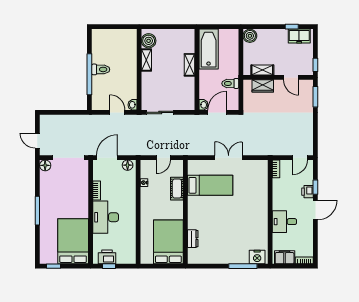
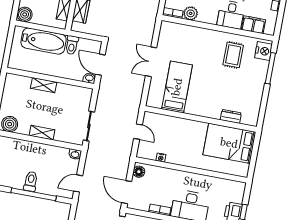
bathtub: (209, 49) -> (44, 41), moved, turned 180
shelving: (146, 60) -> (42, 133), moved
door: (117, 112) -> (78, 183), moved
plant: (279, 185) -> (191, 13), added
cot: (177, 189) -> (174, 123), removed
rug: (249, 230) -> (233, 55), added
filing cabinet: (285, 257) -> (253, 25), moved, turned 90

